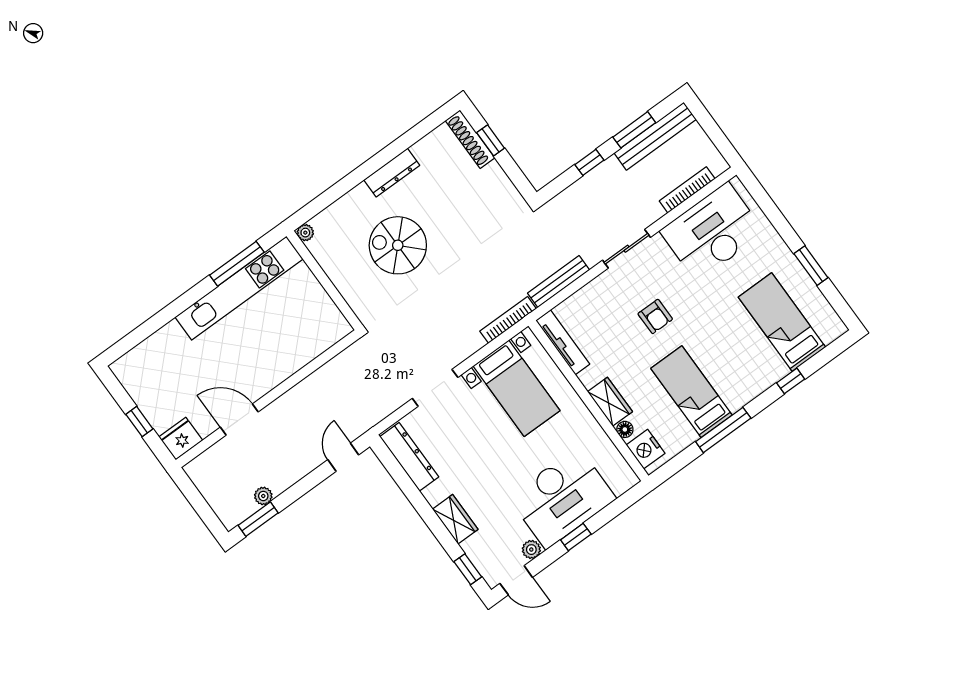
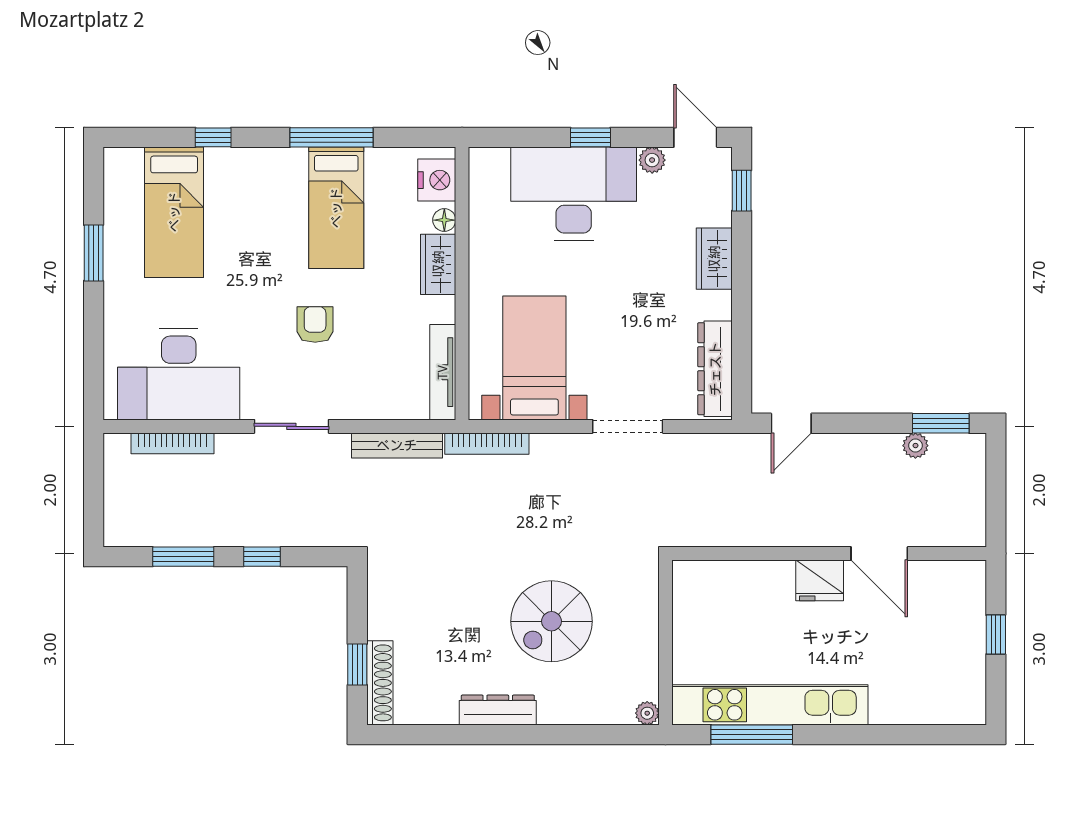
bench: (655, 136) -> (165, 532), removed
spiral stairs: (398, 245) -> (551, 621), turned 90
fridge: (181, 439) -> (820, 580), moved

